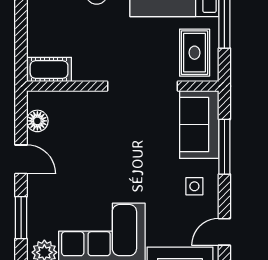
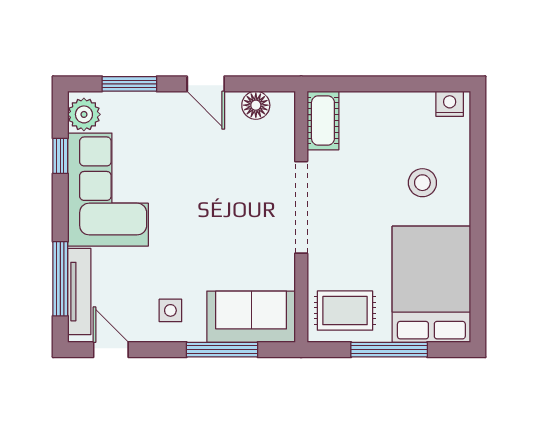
doorway: (143, 86) -> (301, 207), moved
door: (21, 159) -> (206, 84), hinge flipped

